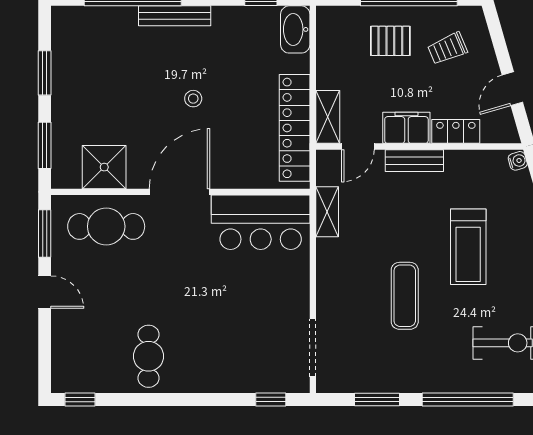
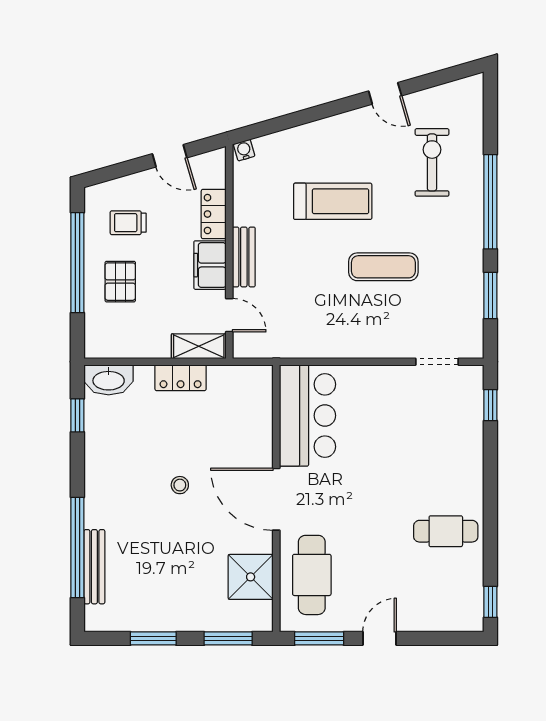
bench: (175, 16) -> (94, 567), moved
trolley: (447, 48) -> (128, 223), turned 113
locker: (295, 128) -> (181, 378), width x0.46, depth x0.83
shelving: (327, 212) -> (297, 347), removed
doorway: (313, 348) -> (437, 362), width x0.73

